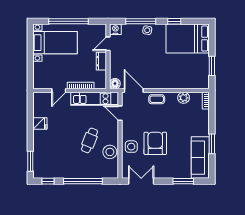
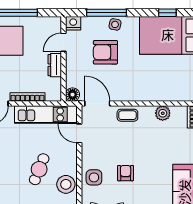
window: (174, 21) -> (167, 13), moved
armchair: (140, 51) -> (105, 52), added
armchair: (155, 143) -> (126, 173), width x0.53, depth x0.53

